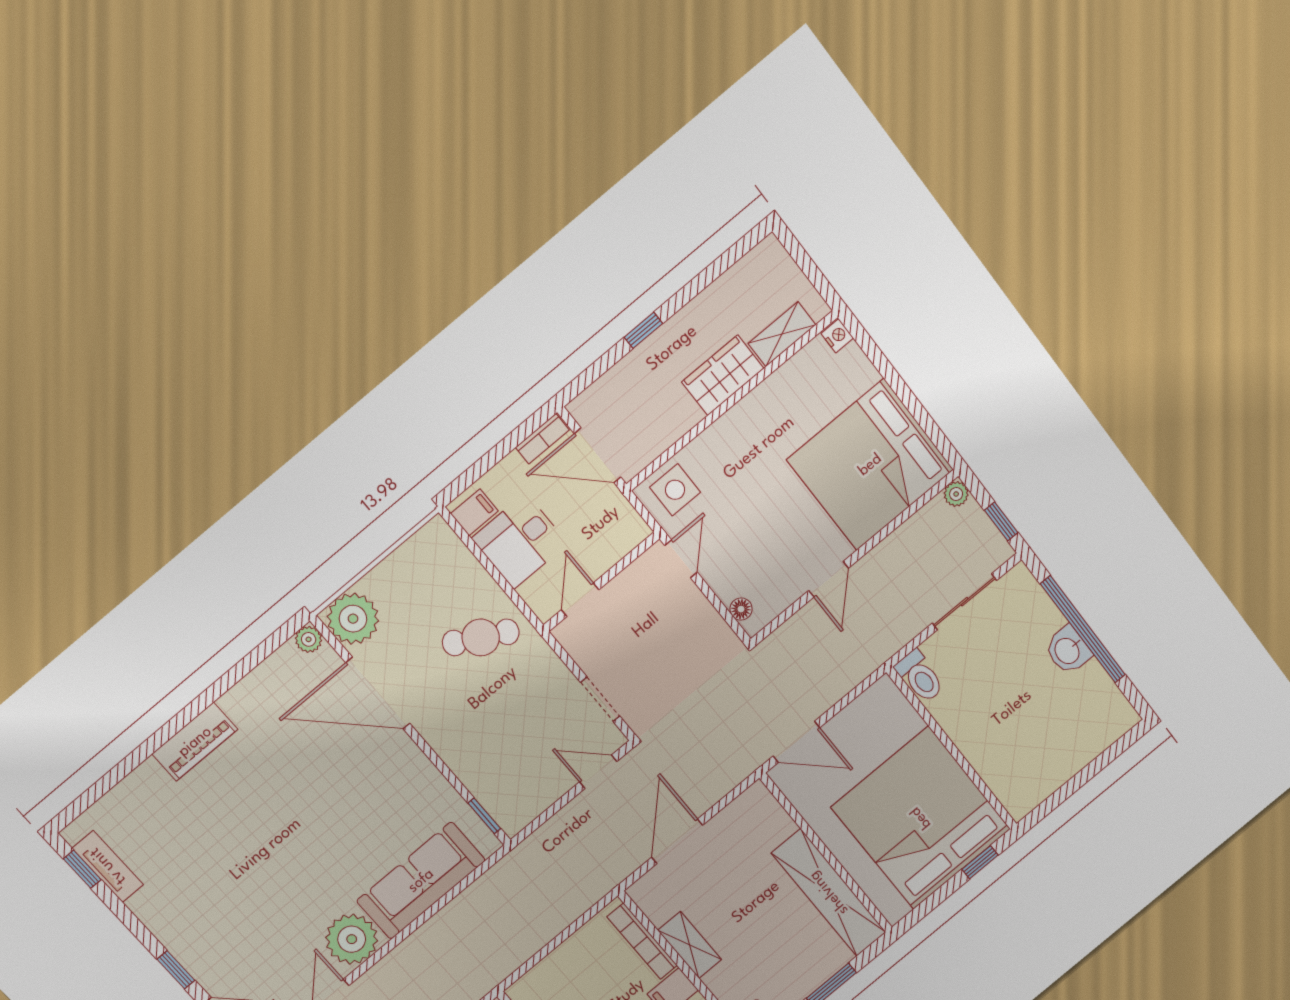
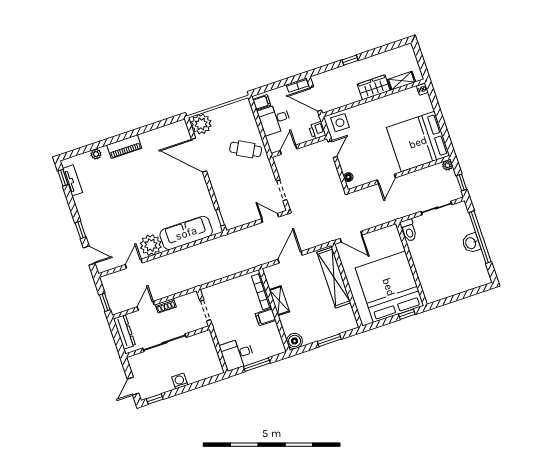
printer: (630, 529) -> (317, 130), added
plant: (309, 639) -> (96, 154), moved
shelving: (829, 893) -> (334, 278), moved

